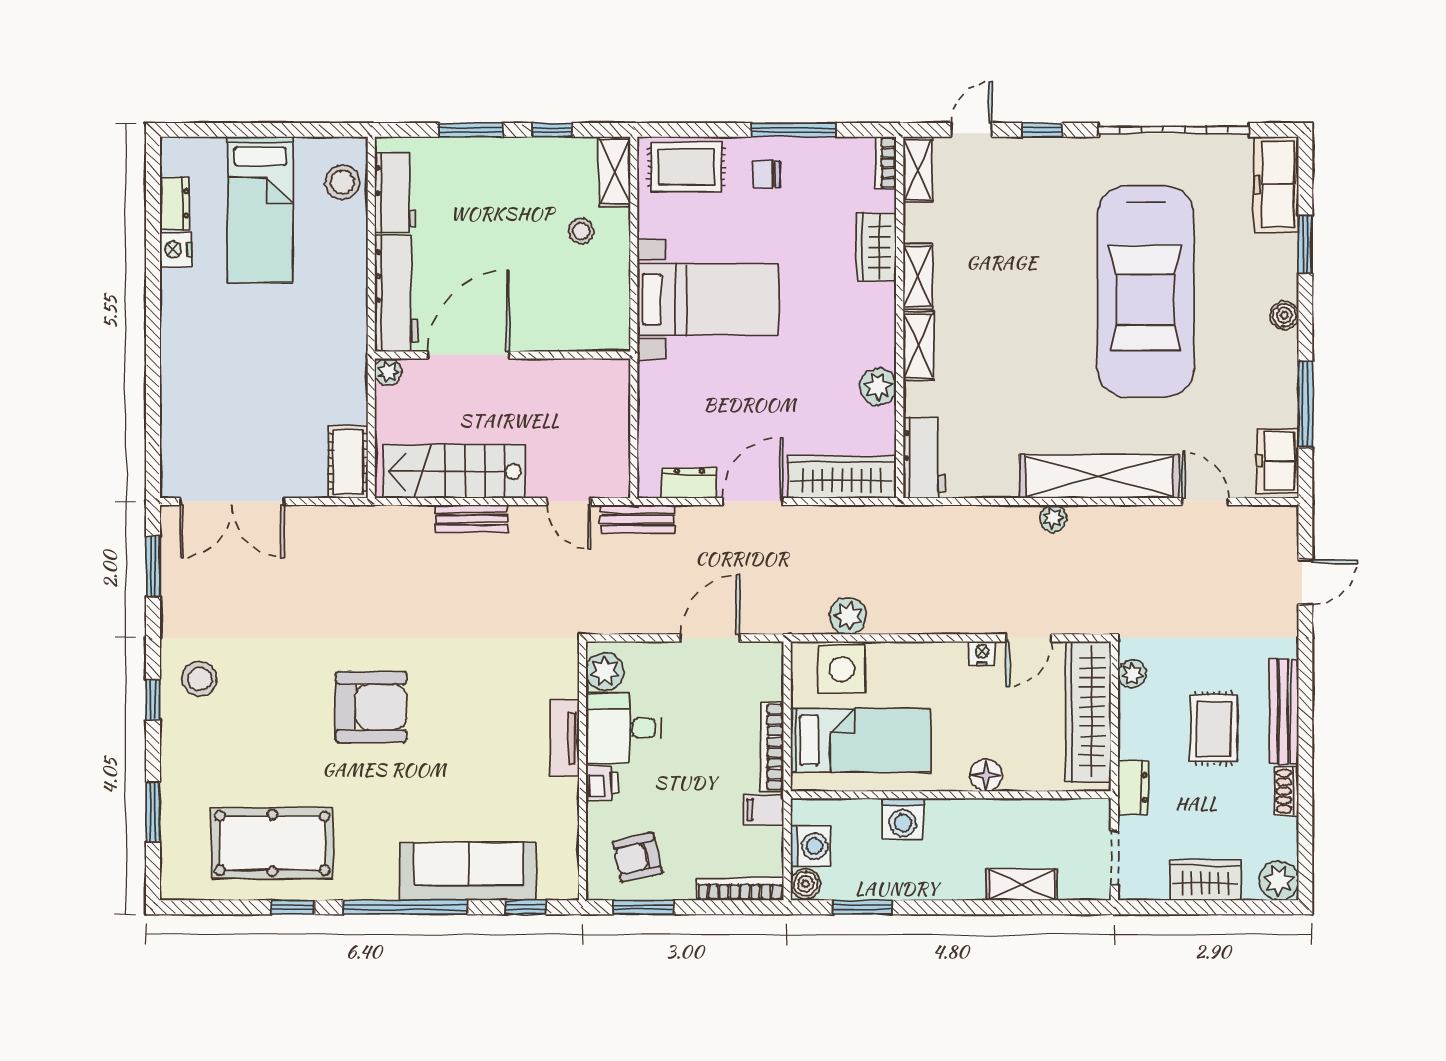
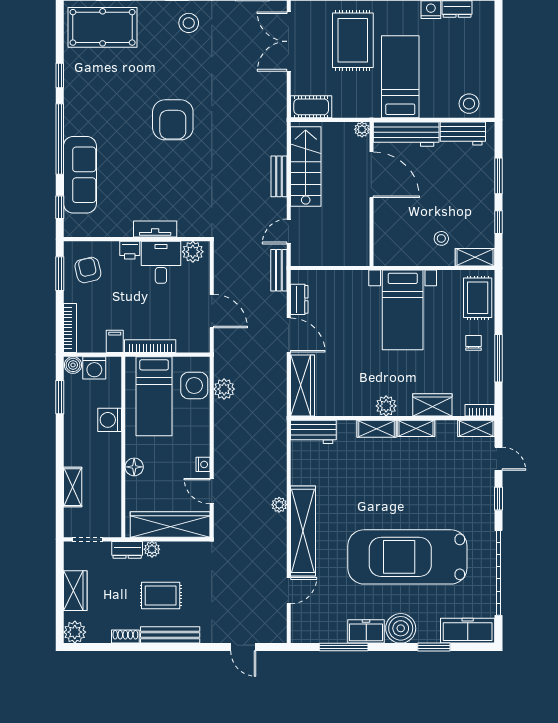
bed: (260, 210) -> (400, 77), moved, turned 90
boiler: (1284, 315) -> (401, 628), width x1.86, depth x1.86
plant: (878, 387) -> (386, 406), moved
rug: (230, 388) -> (353, 40), added
freezer: (1278, 461) -> (366, 631), moved
plant: (1132, 674) -> (152, 549), moved
pool table: (272, 843) -> (103, 27), moved, turned 90

